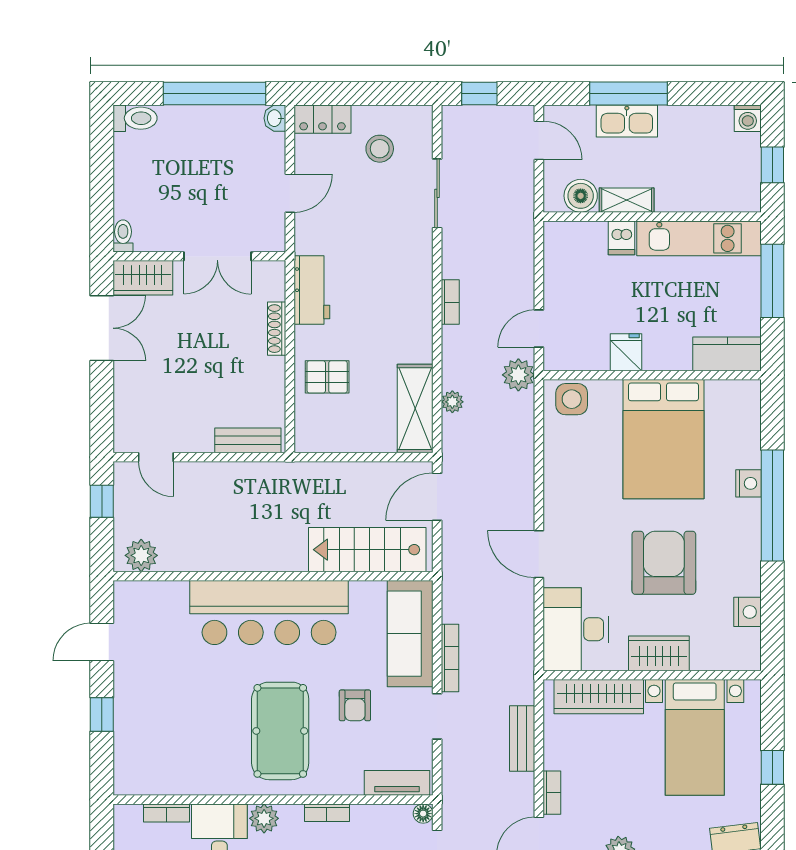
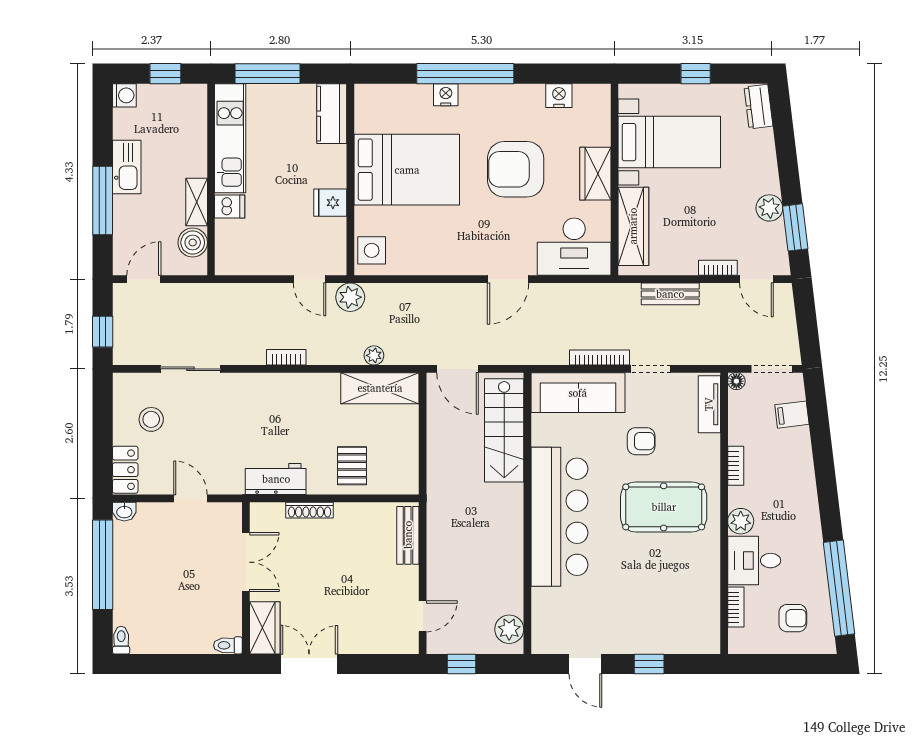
toilet: (135, 118) -> (121, 640), width x0.73, depth x0.72
kitchen sink: (627, 121) -> (127, 167), moved

